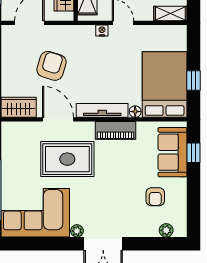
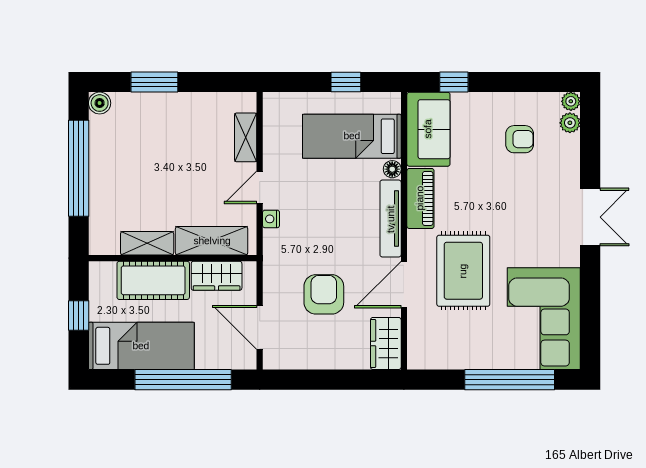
shelving: (170, 14) -> (246, 137), moved
armchair: (52, 66) -> (324, 294), turned 73
bed: (165, 85) -> (352, 136), width x0.67
sofa: (172, 152) -> (428, 129), moved, turned -90
plant: (77, 231) -> (571, 101), moved

